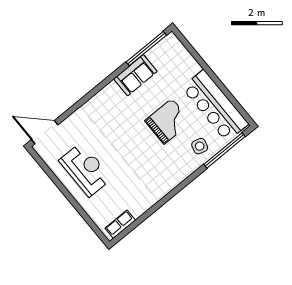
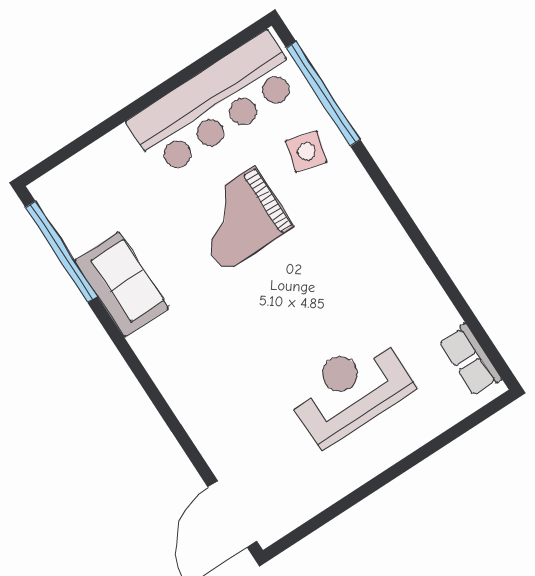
grand piano: (168, 121) -> (239, 219), turned -90
reception desk: (85, 169) -> (350, 390), moved

